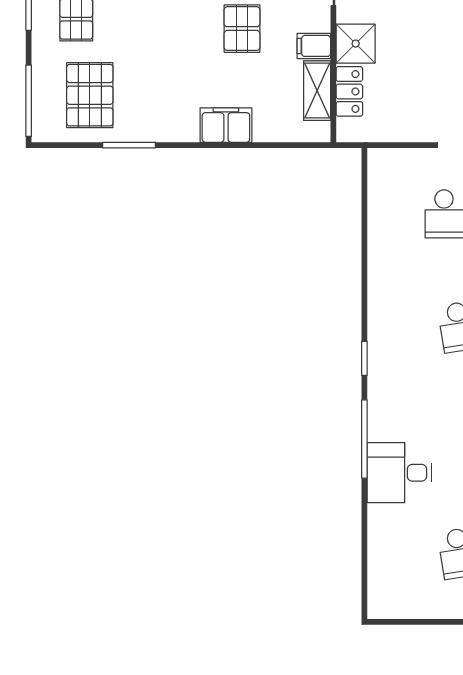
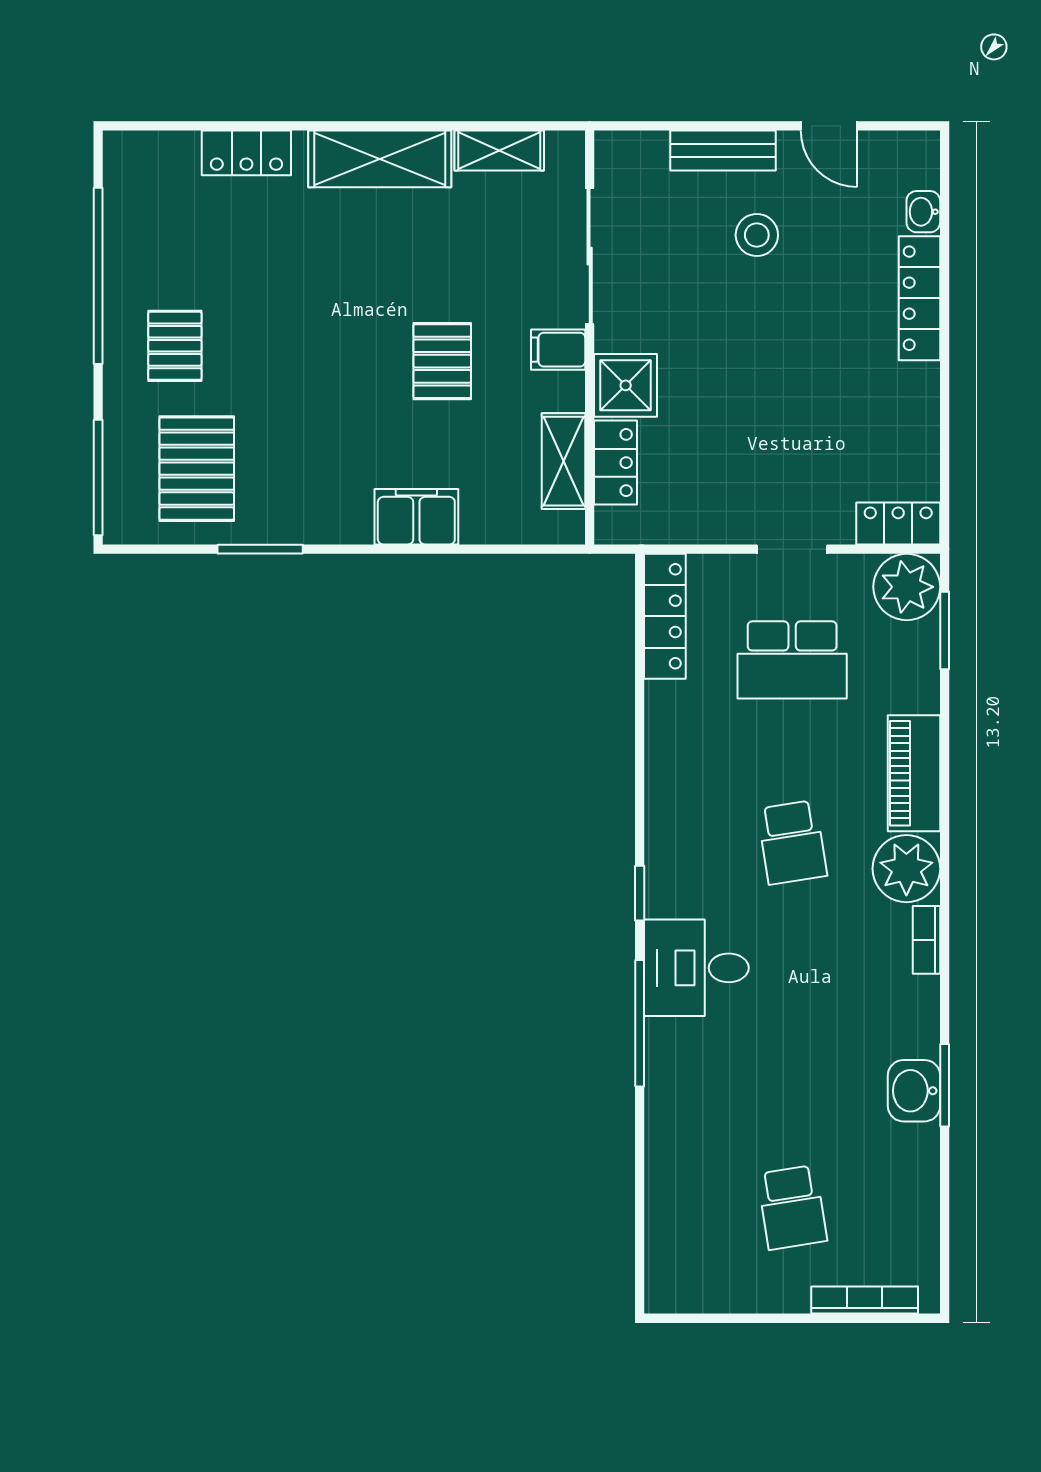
filing cabinet: (314, 46) -> (558, 350), moved
locker: (380, 187) -> (665, 616), added
desk: (400, 473) -> (696, 968), moved

